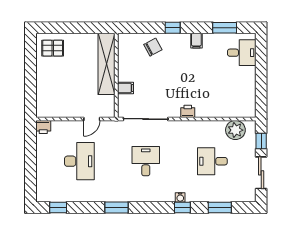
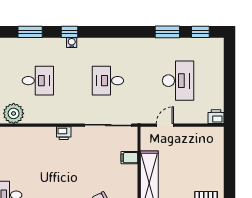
desk: (79, 161) -> (178, 81), turned 180
desk: (146, 161) -> (108, 81), turned 90
window: (116, 207) -> (167, 32), moved

